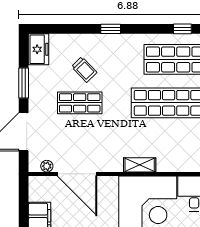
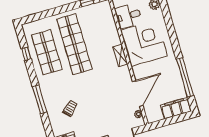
window: (111, 29) -> (40, 99), width x2.17
shop shelf: (80, 103) -> (92, 105), removed

